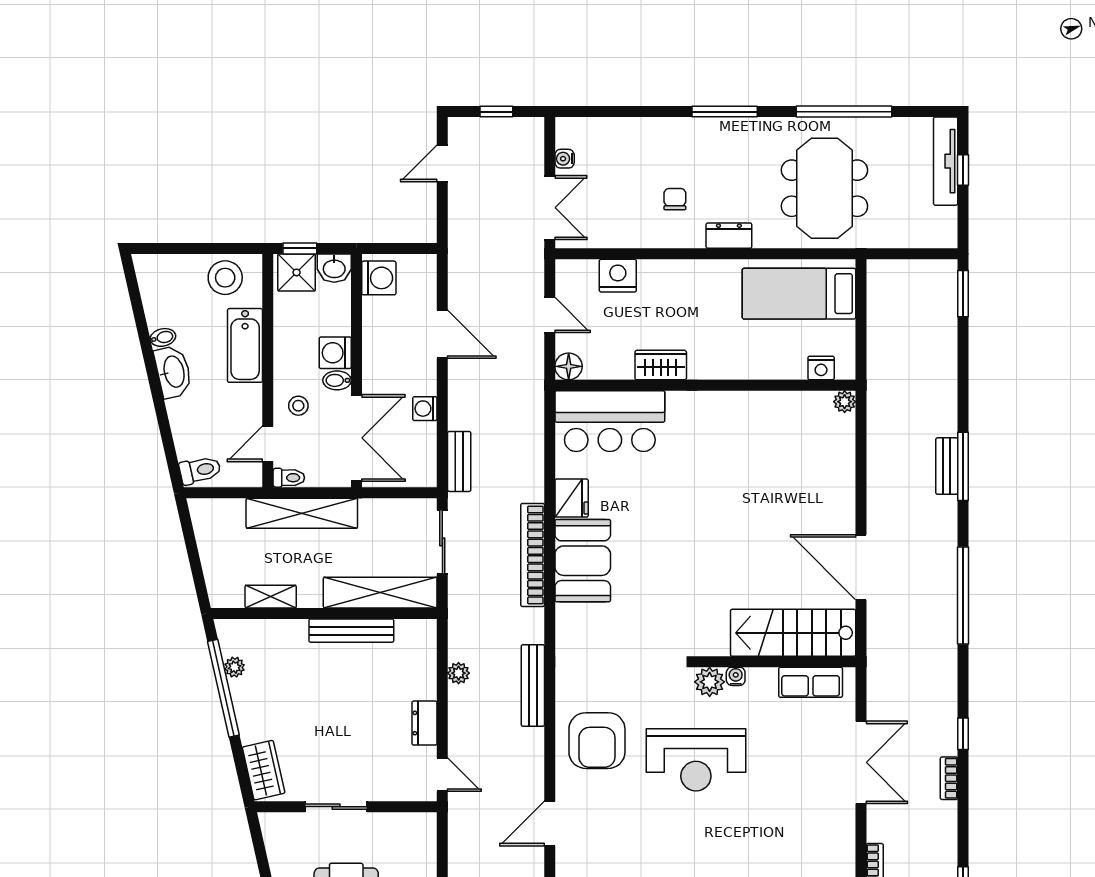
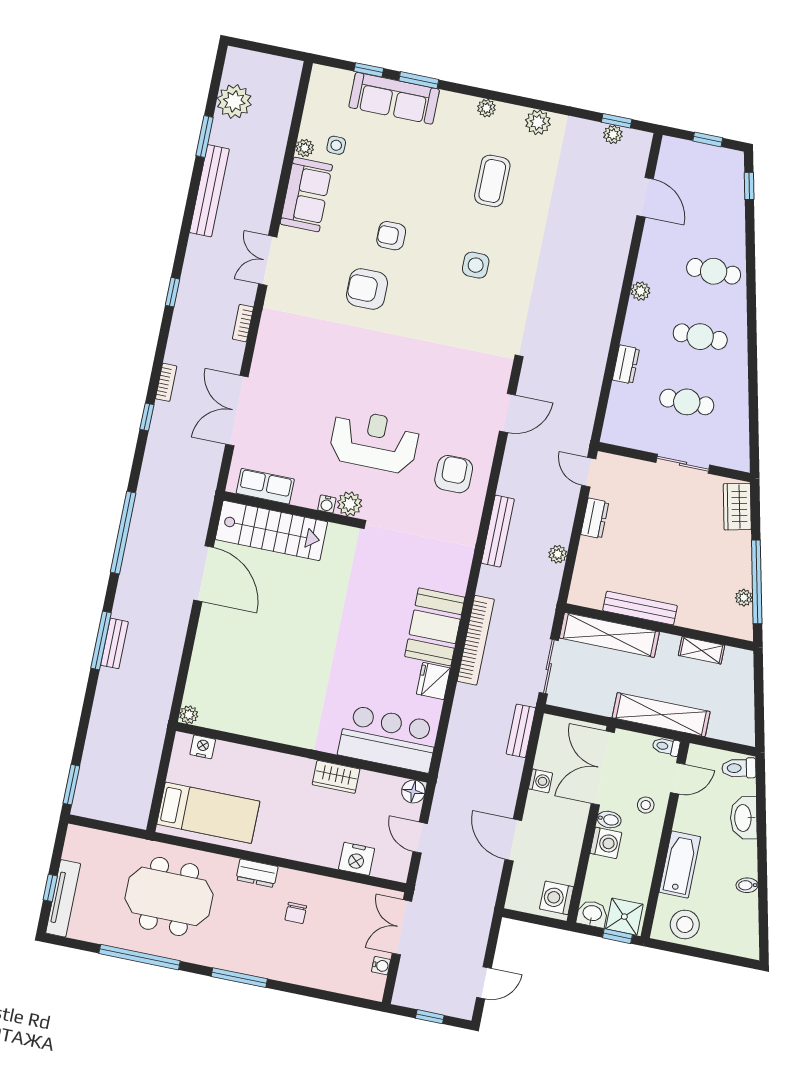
meeting table: (824, 188) -> (169, 896), turned 90
washbasin: (173, 372) -> (744, 818), moved
armchair: (597, 741) -> (454, 474), width x0.73, depth x0.73

